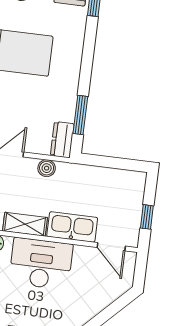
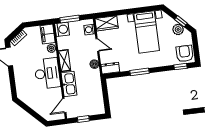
window: (80, 115) -> (140, 72), moved

